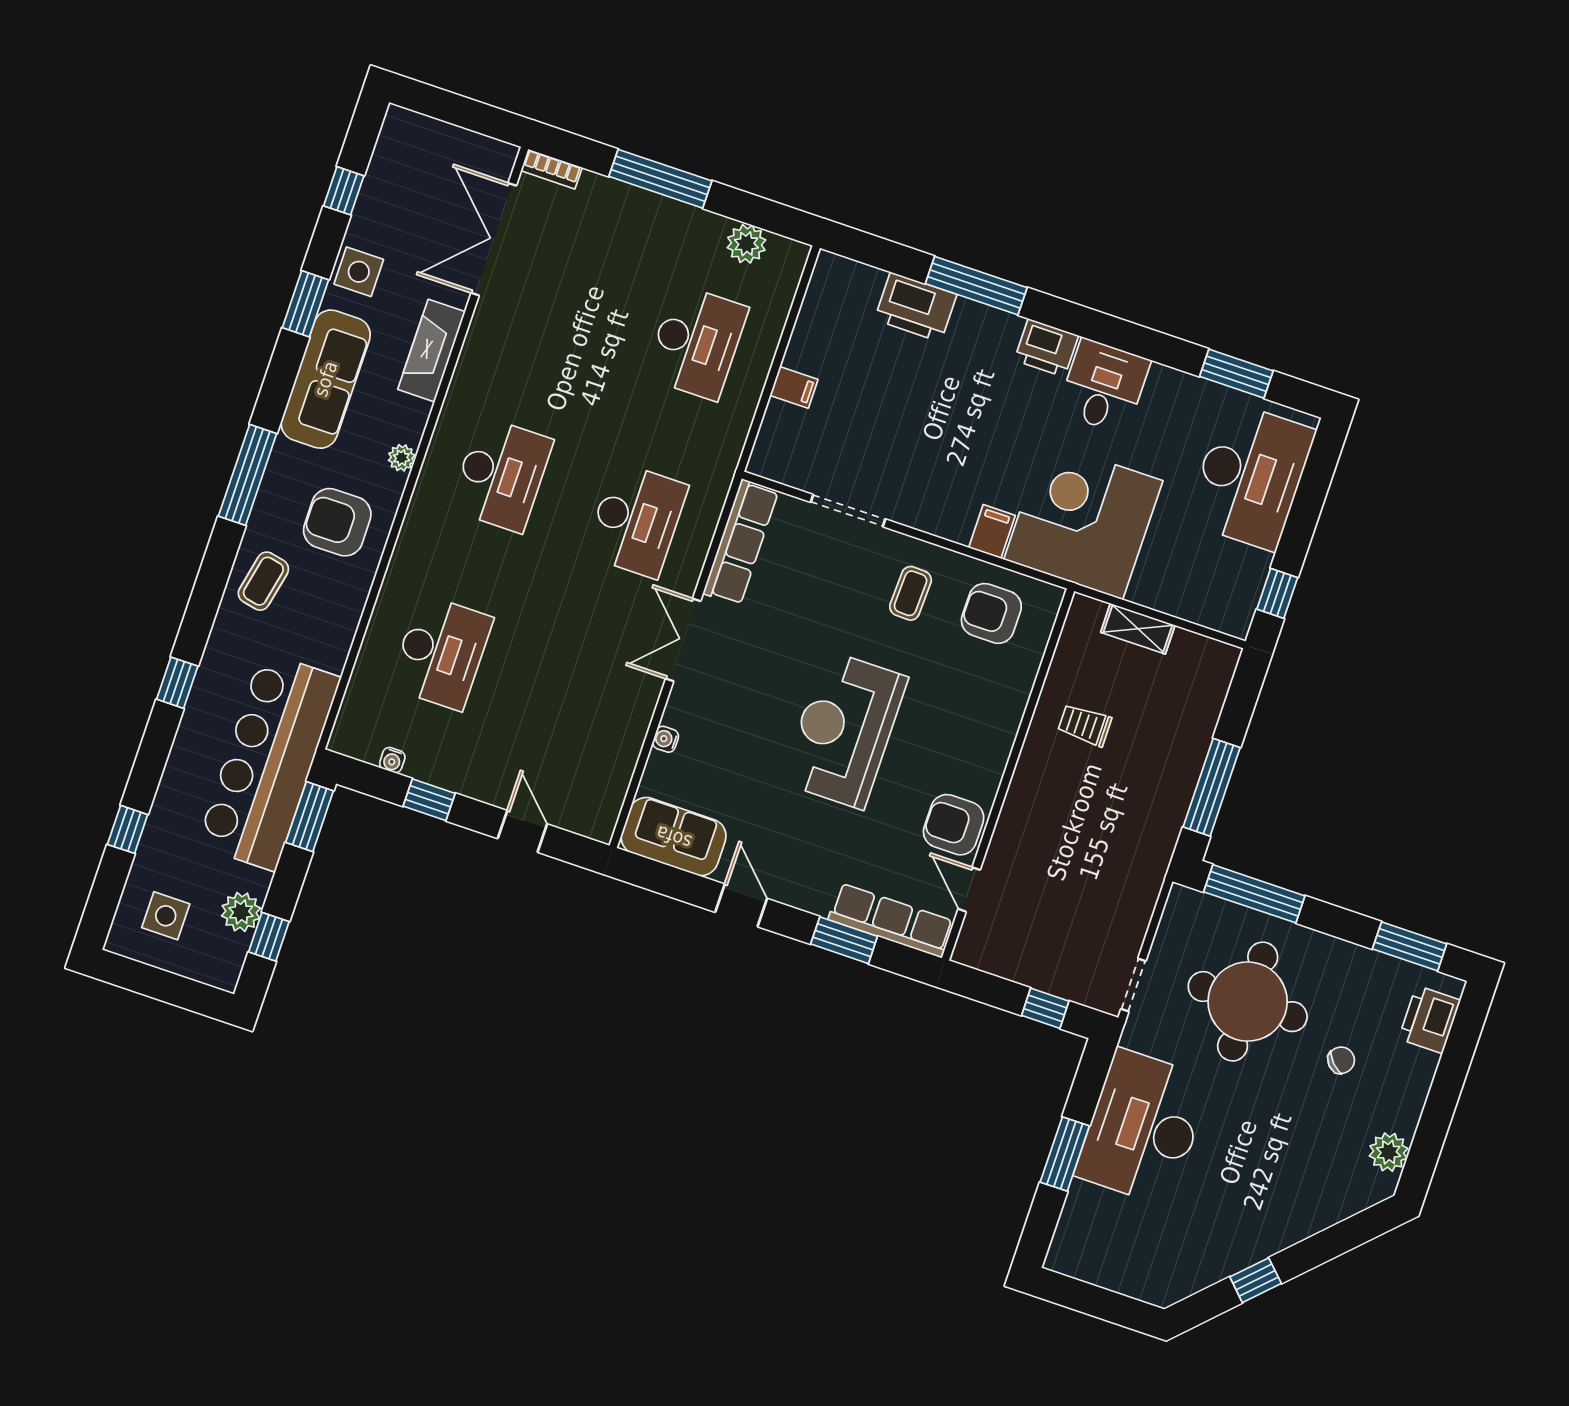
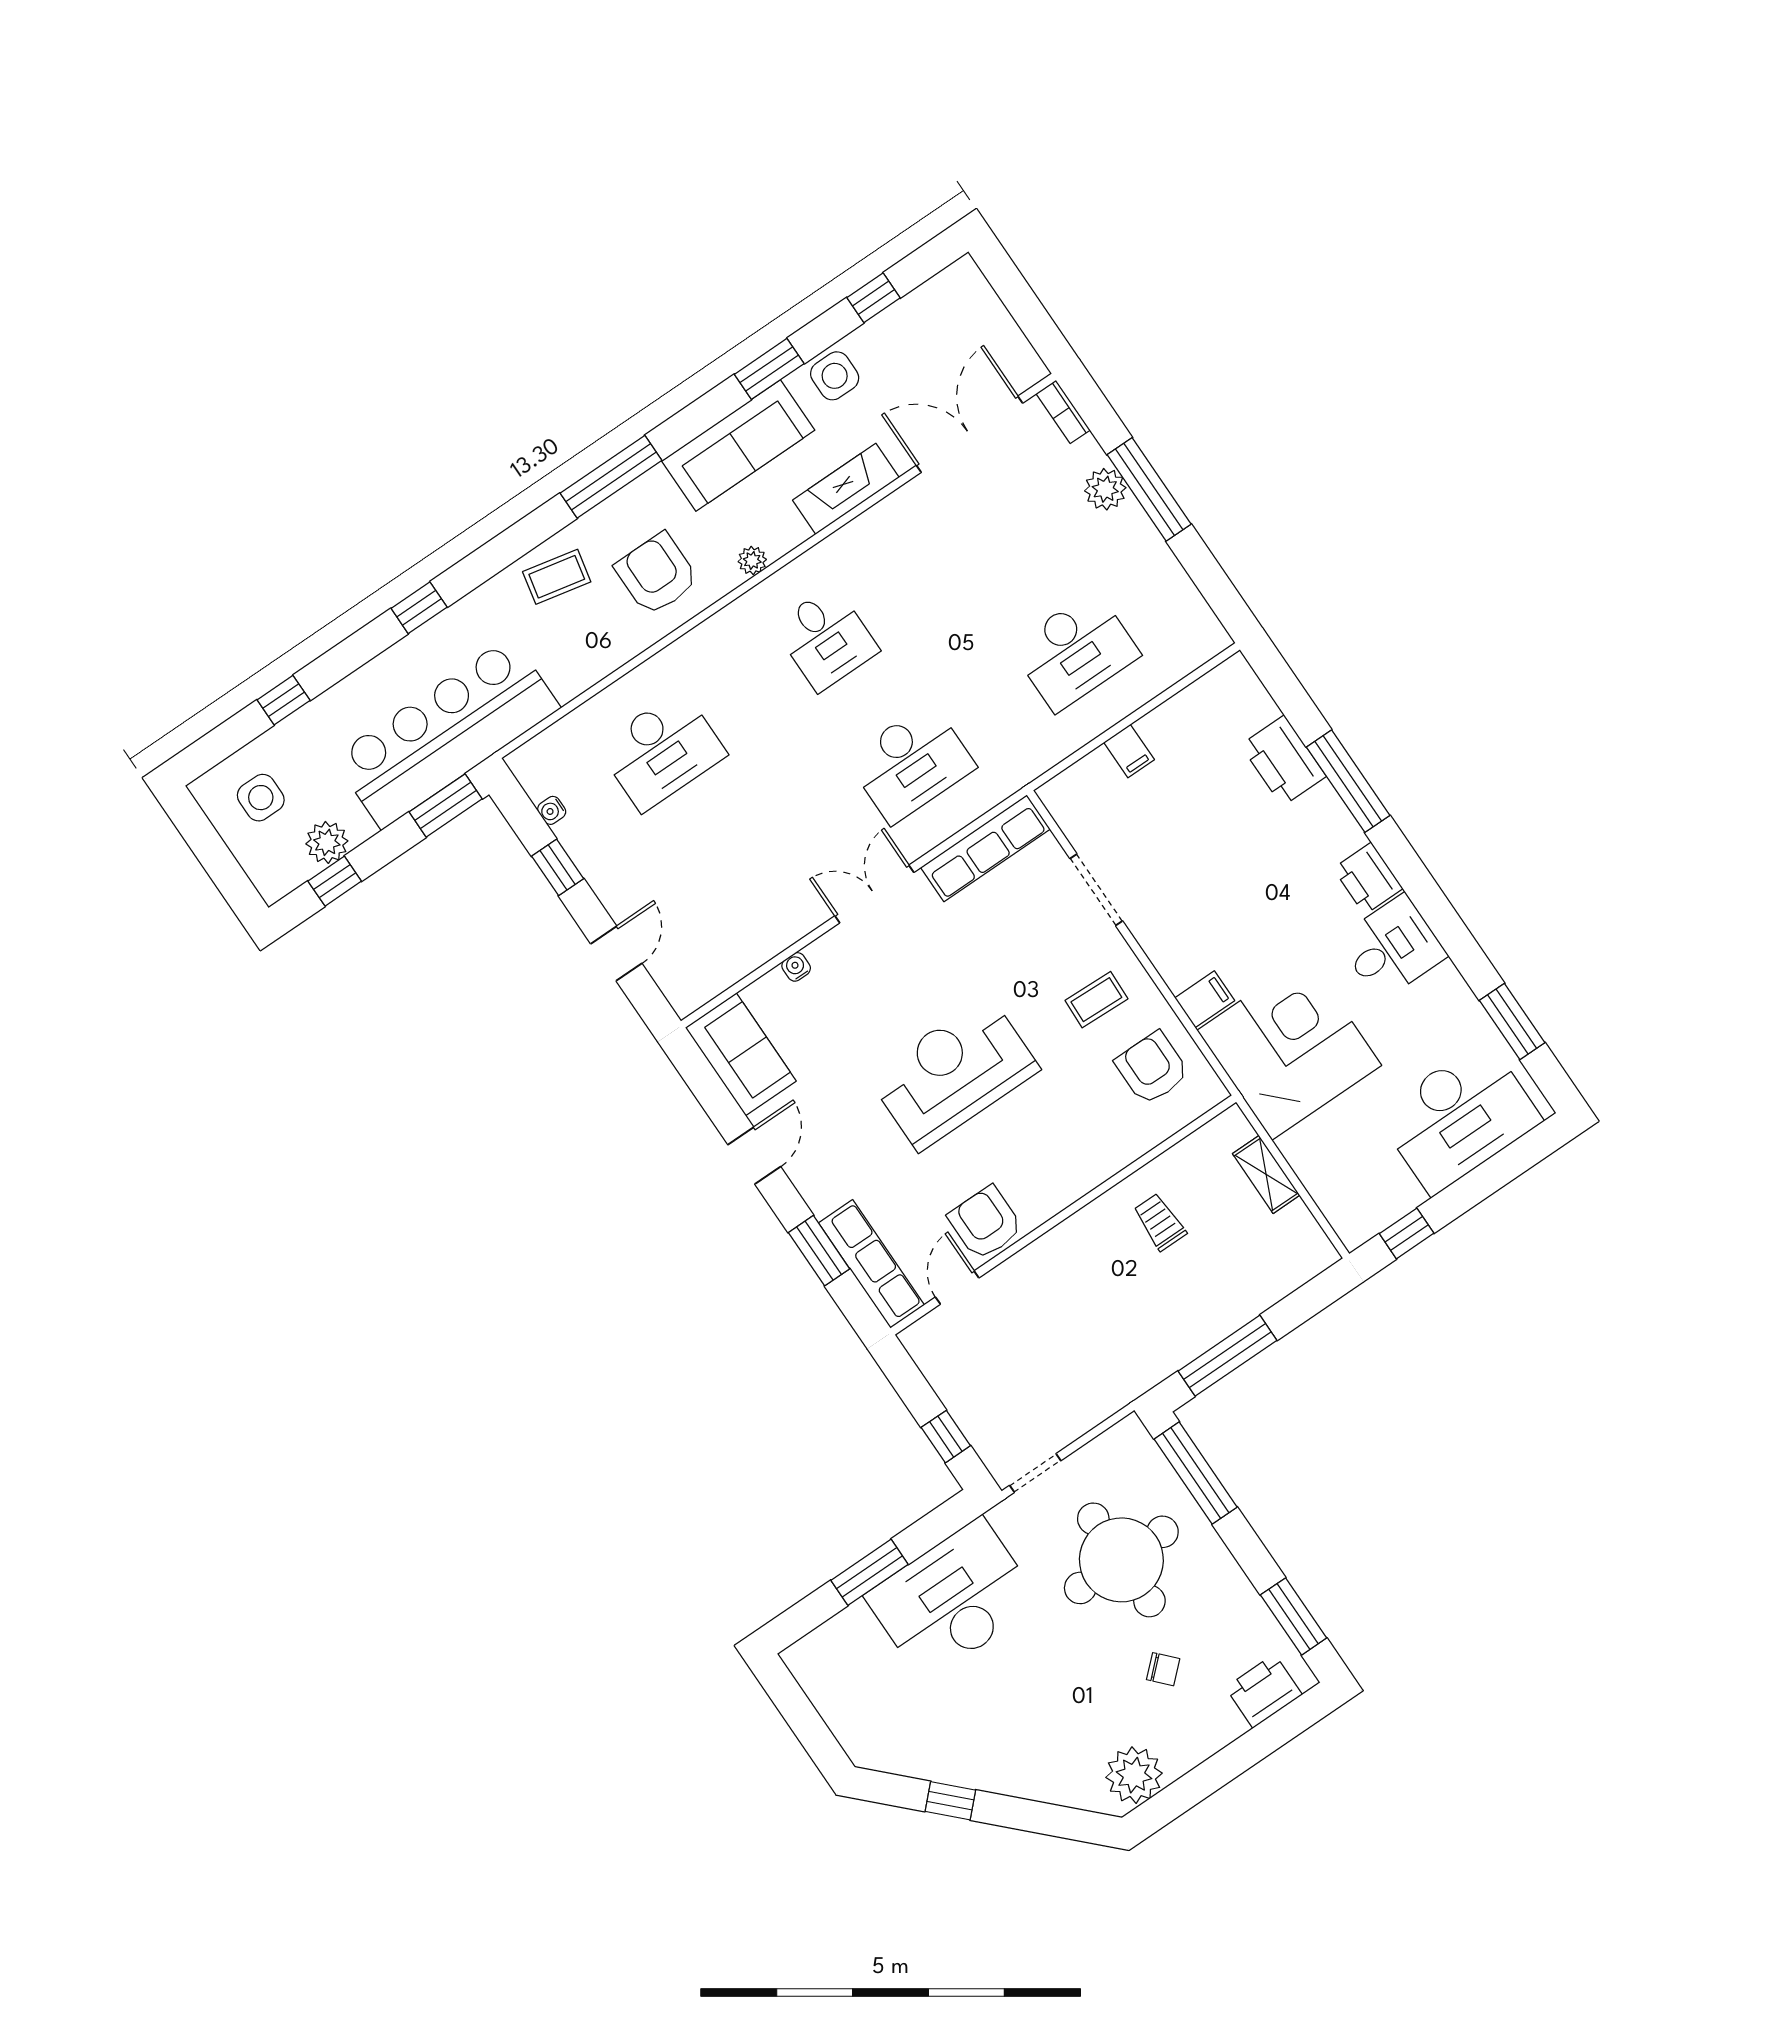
plant: (746, 244) -> (1105, 489), moved
desk: (501, 475) -> (826, 638), width x0.73
plant: (1389, 1152) -> (1134, 1775), width x1.36, depth x1.36

